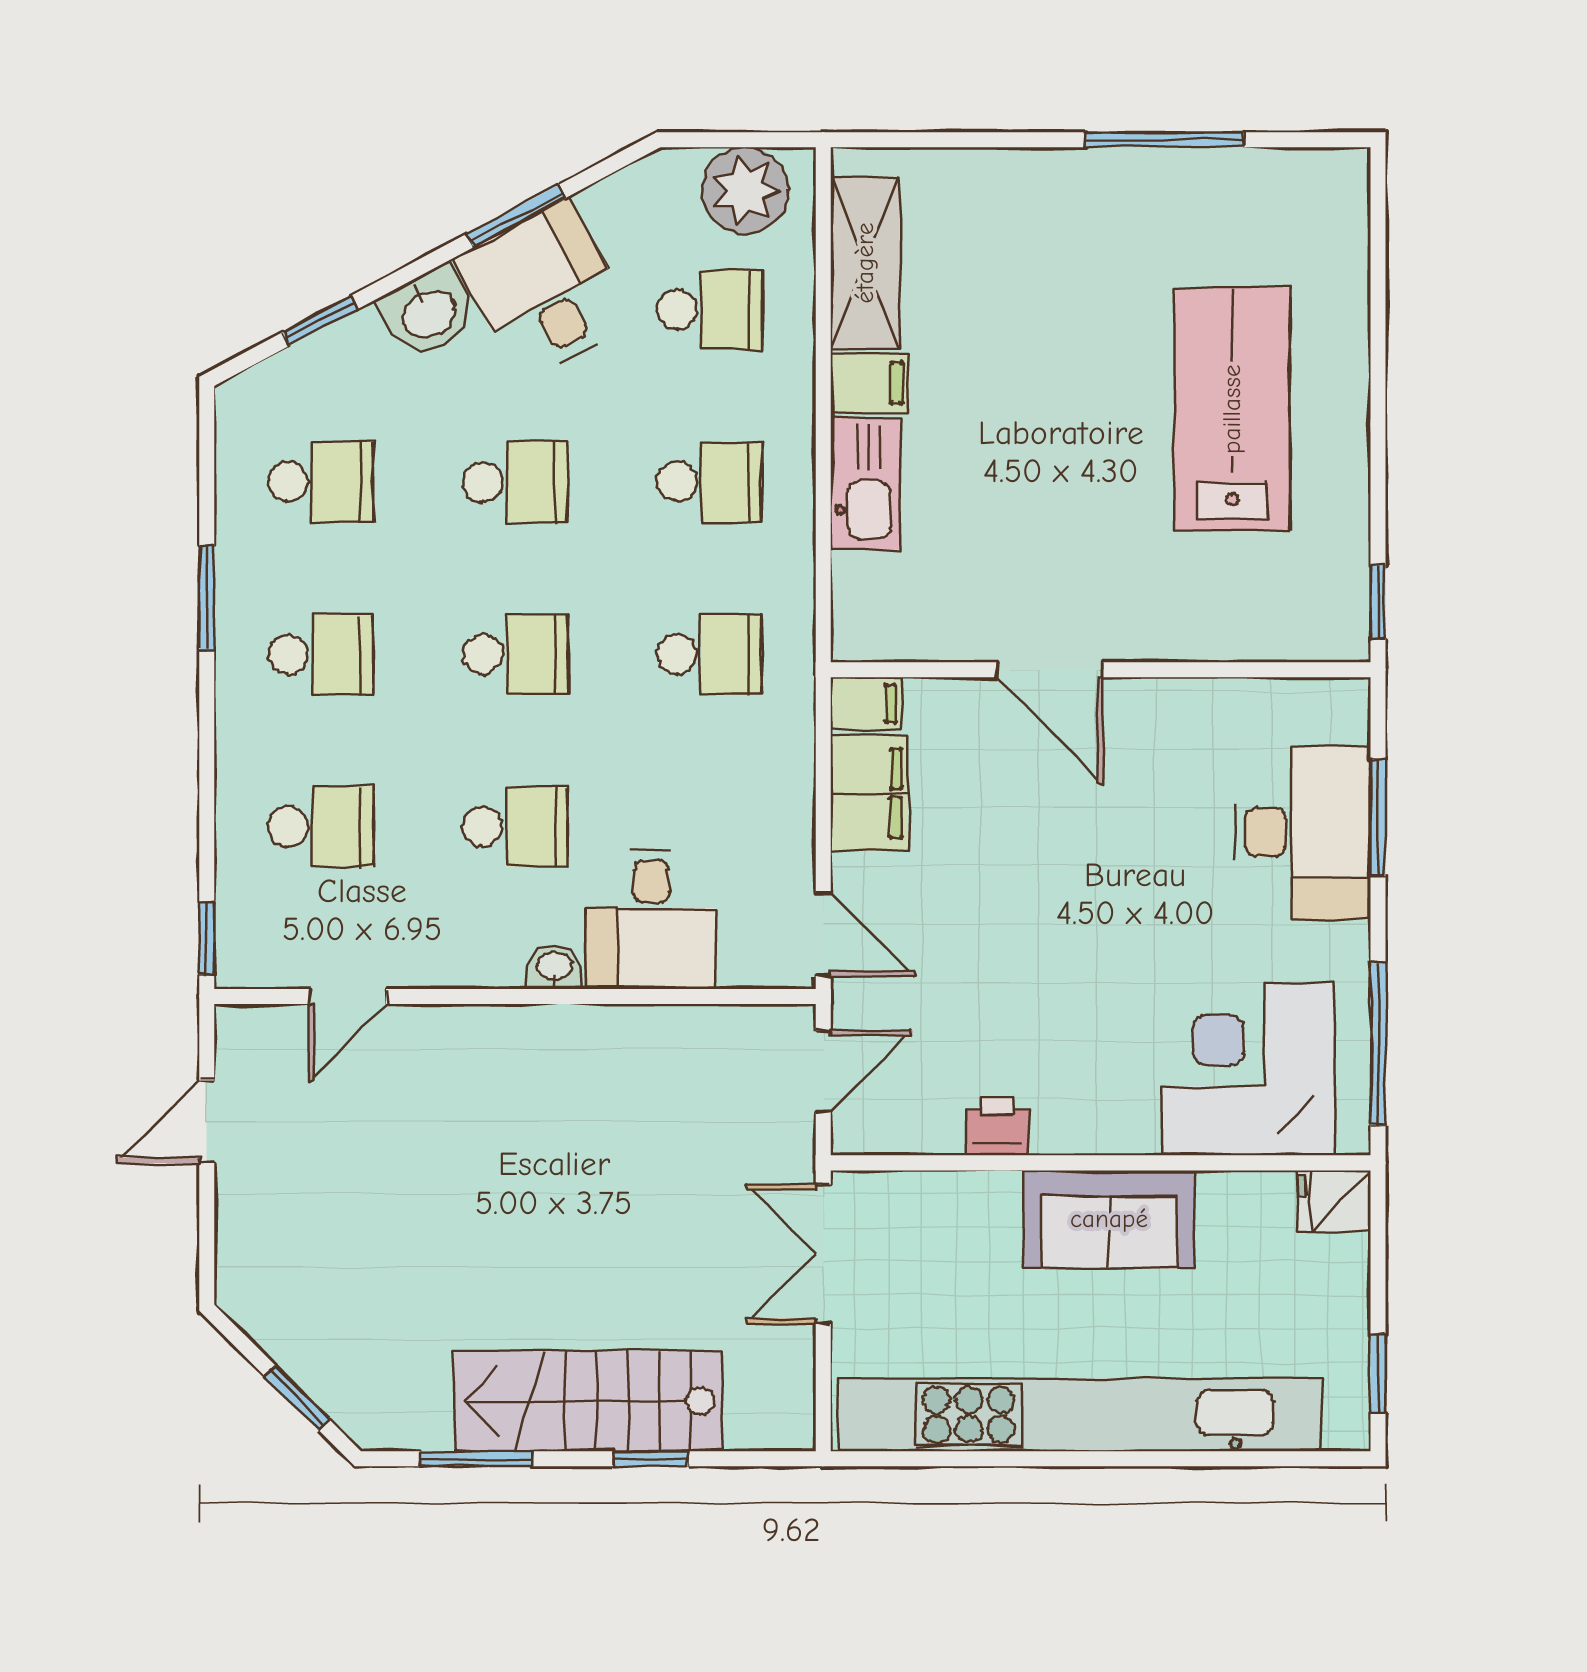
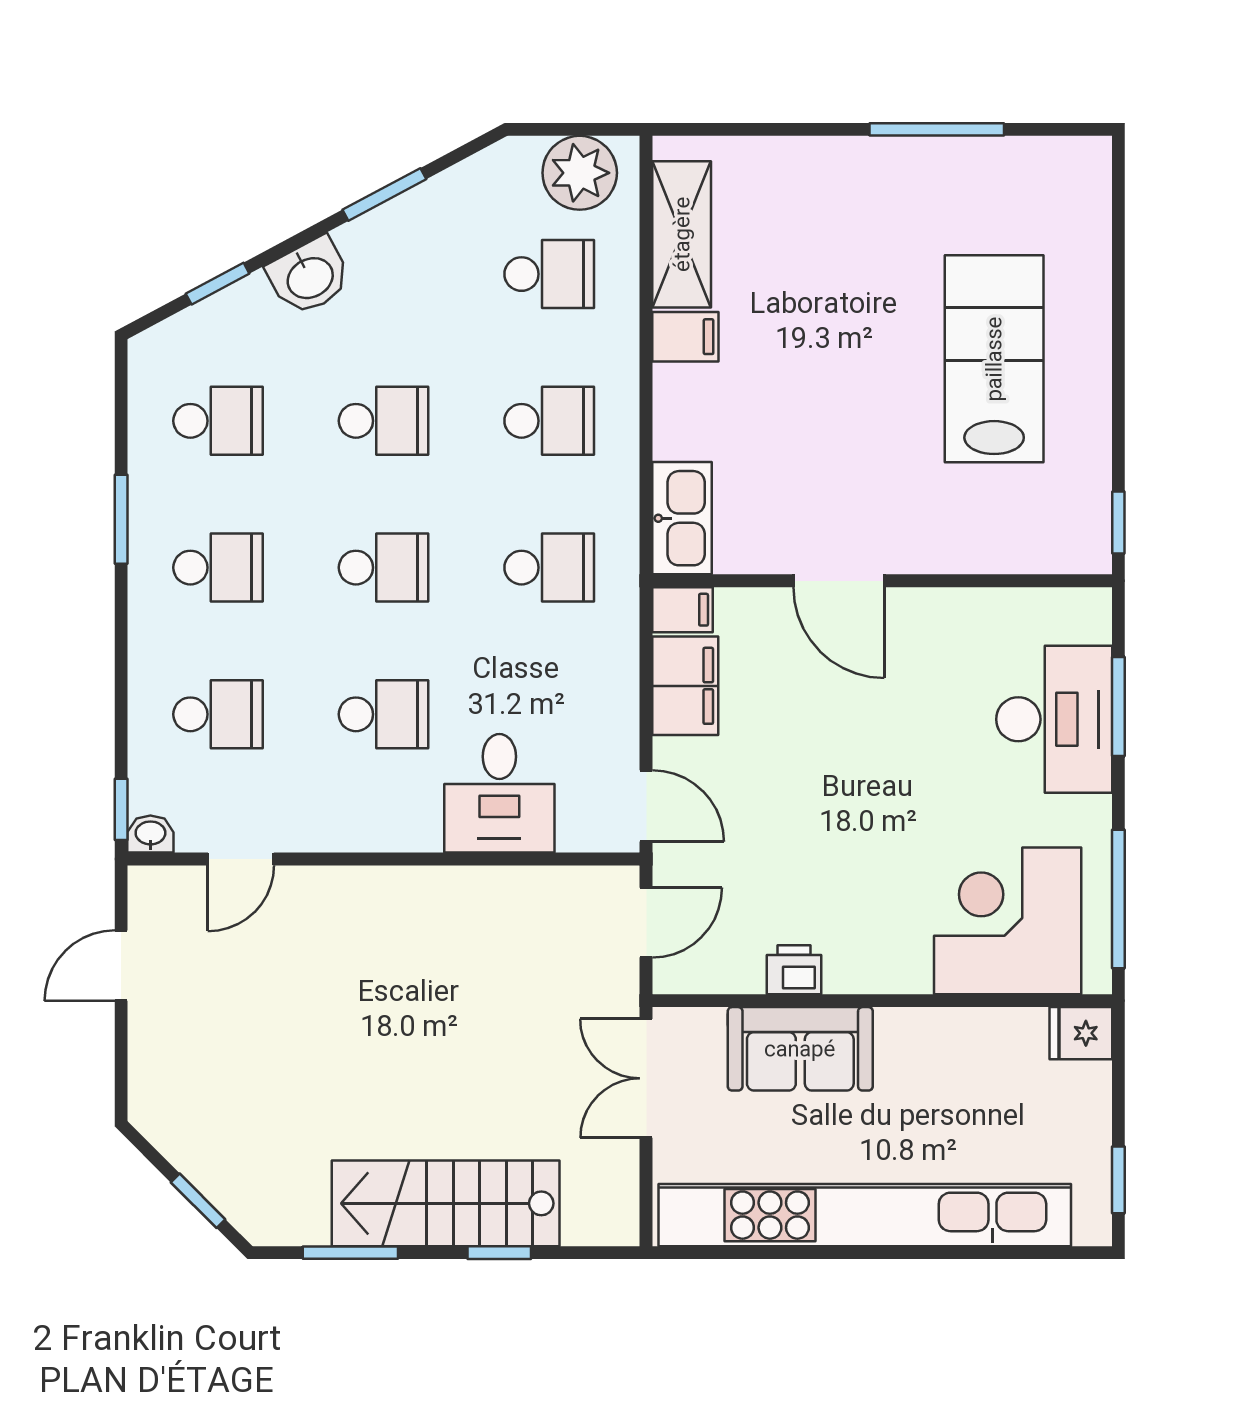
desk: (544, 290) -> (409, 257), removed
kitchen sink: (865, 483) -> (682, 518), moved
washbasin: (554, 967) -> (150, 834), moved
sofa: (1109, 1219) -> (800, 1049), moved

